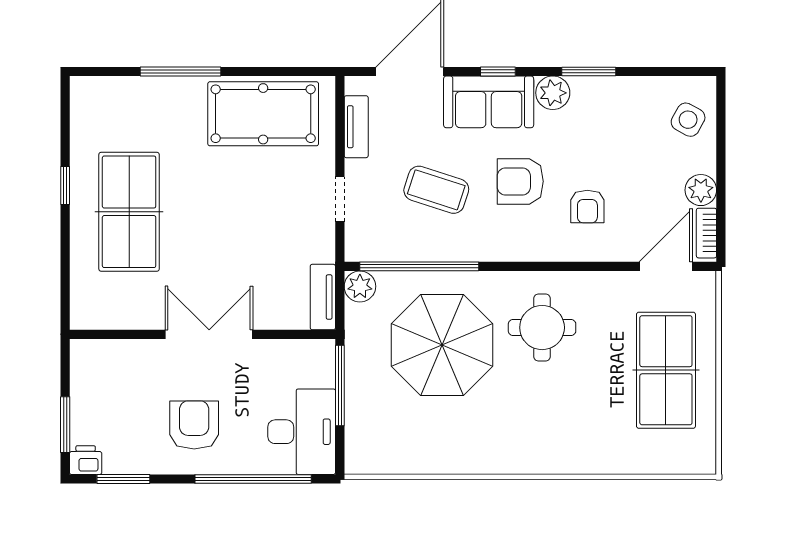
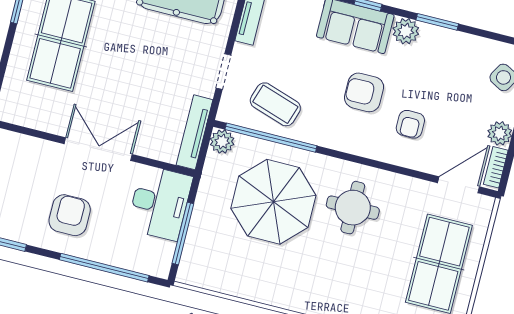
coffee table: (436, 190) -> (275, 104), moved
tv unit: (323, 297) -> (195, 132), width x1.41
window: (340, 385) -> (183, 234), moved
desk: (302, 432) -> (160, 203), moved

